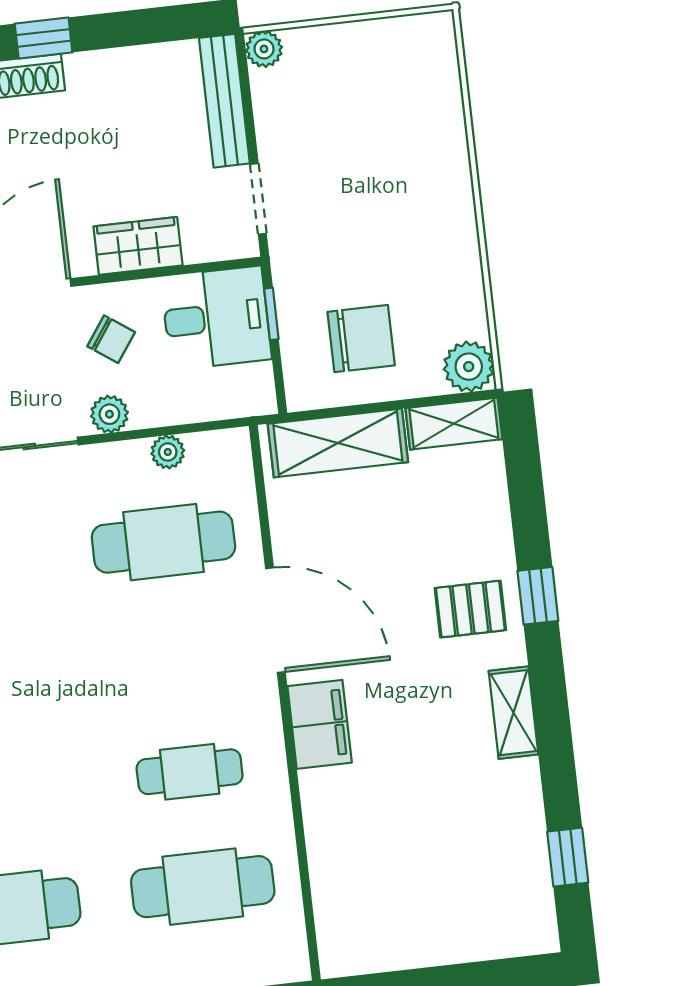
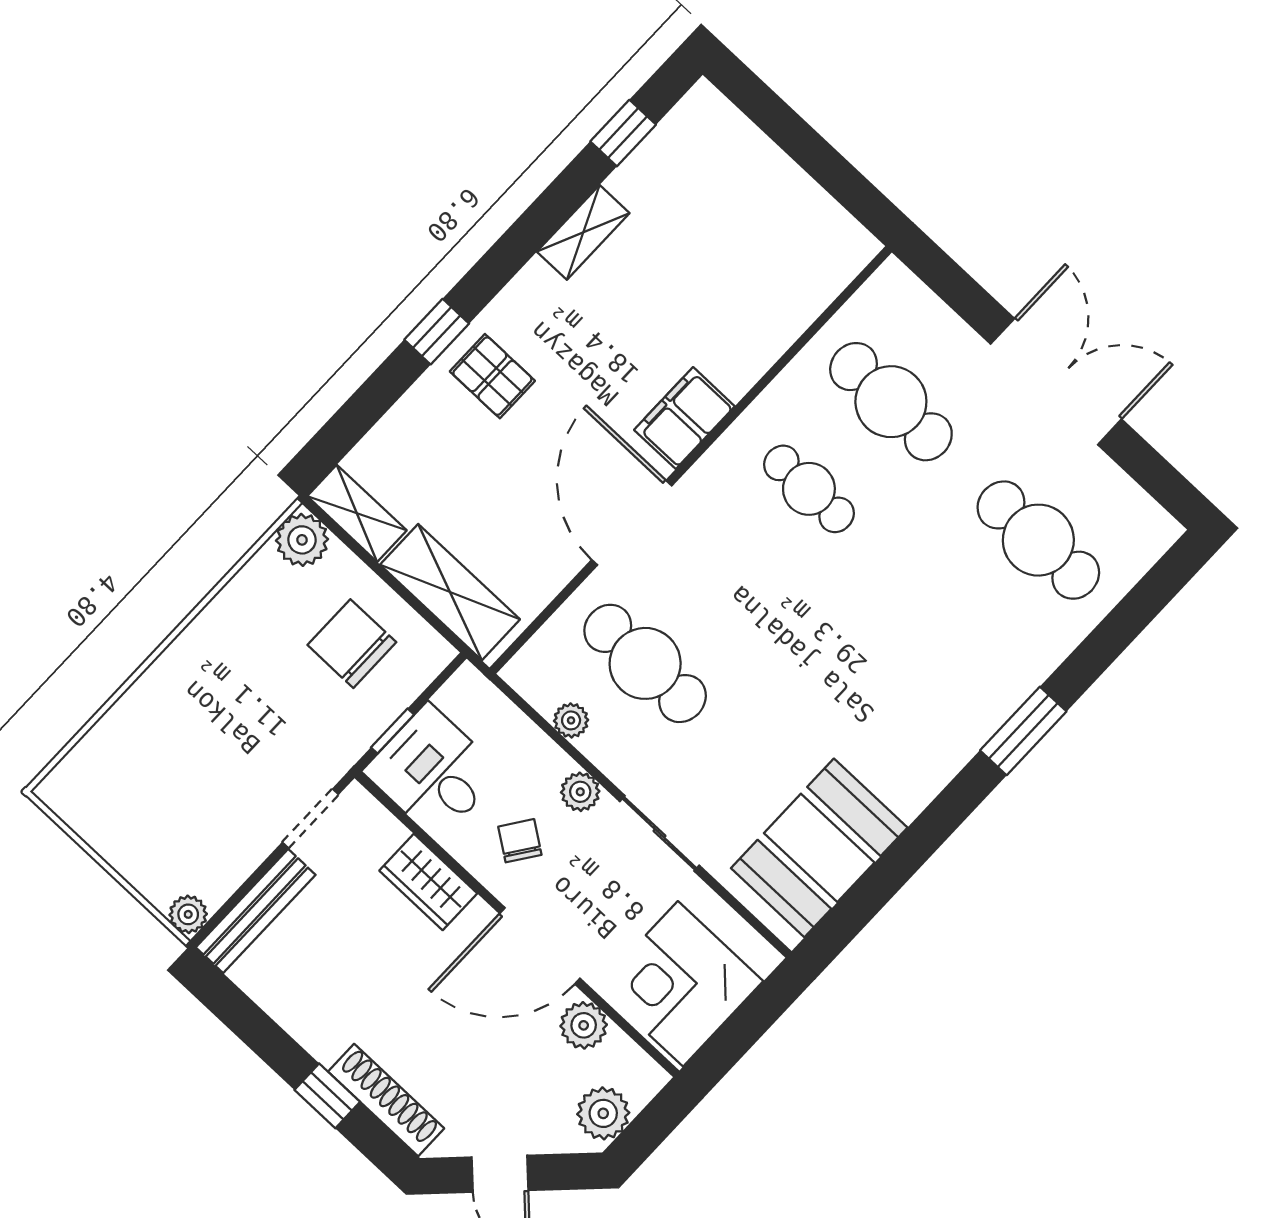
shelving: (514, 713) -> (583, 232), moved

